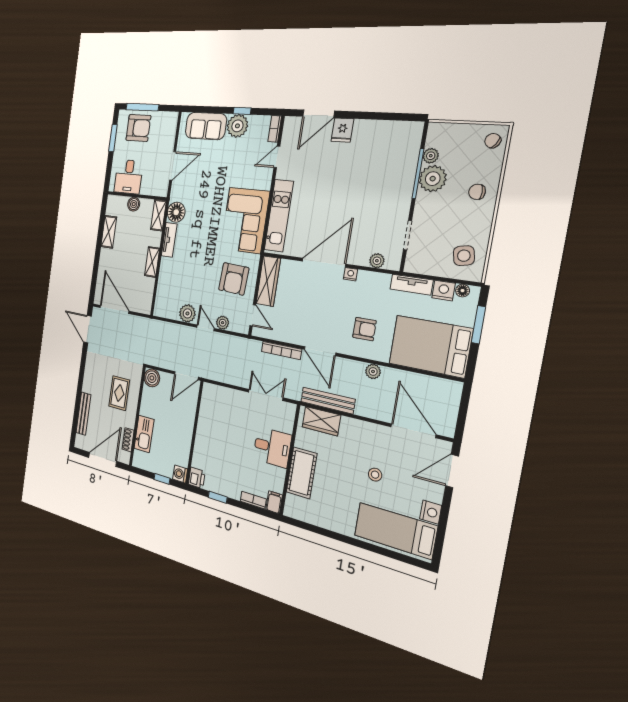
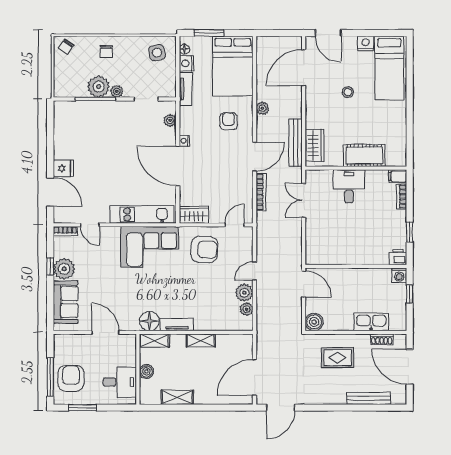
plant: (431, 156) -> (117, 91), moved
wardrobe: (268, 281) -> (194, 215), width x0.67
plant: (223, 323) -> (247, 309), moved

